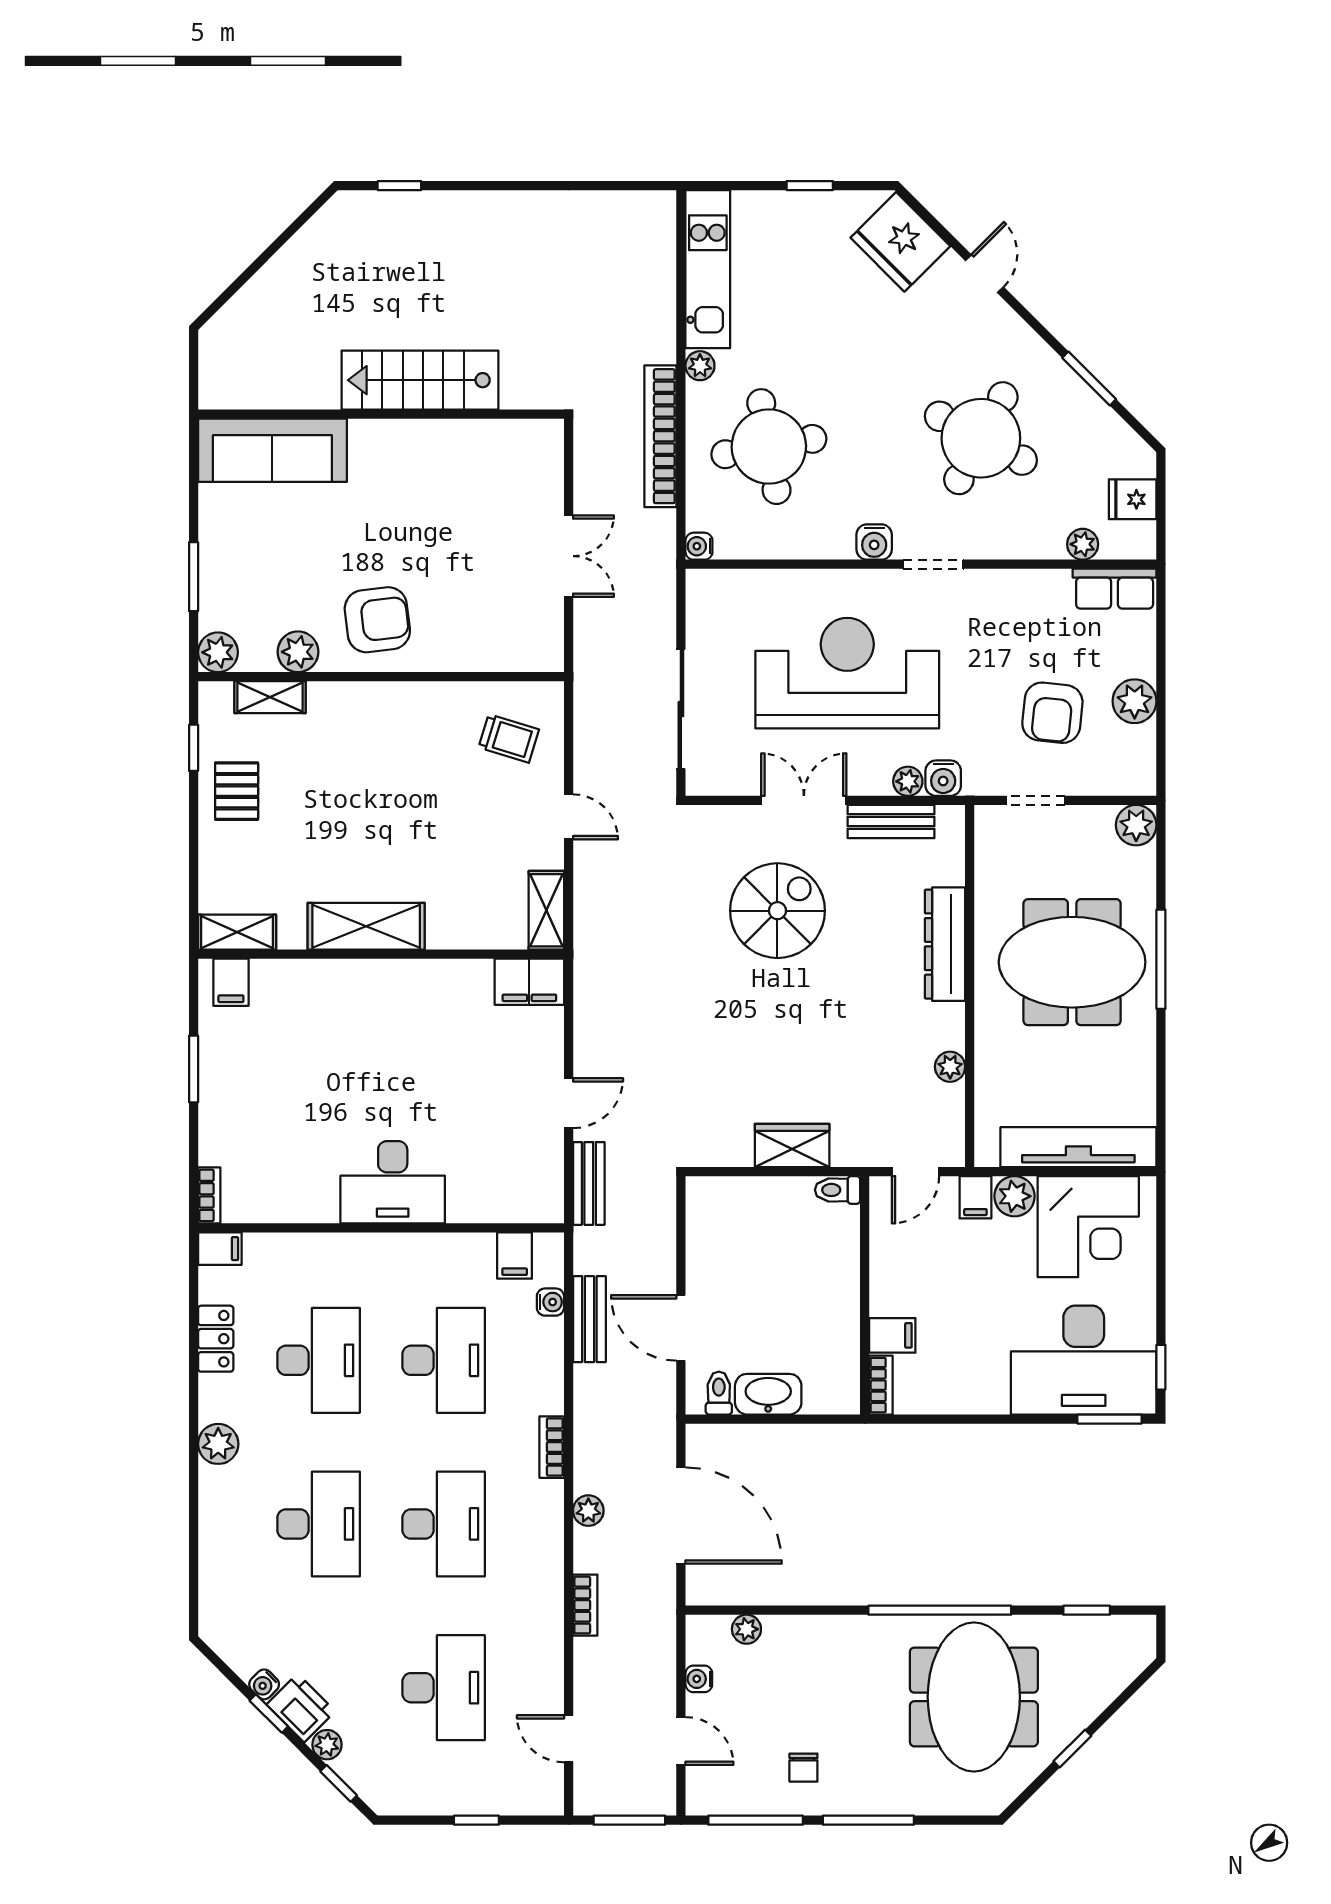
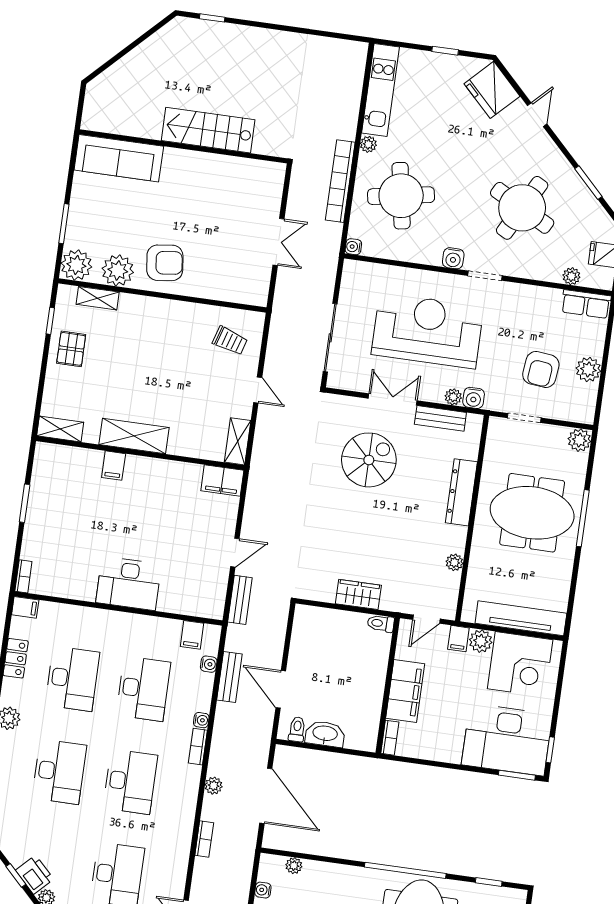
plant: (218, 652) -> (76, 265), width x1.36, depth x1.36
plant: (298, 652) -> (118, 270), width x1.36, depth x1.36
filing cabinet: (231, 982) -> (114, 466), moved
filing cabinet: (892, 1335) -> (405, 691), width x3.00, depth x1.17
water cooler: (264, 1684) -> (201, 720), moved, turned -135

